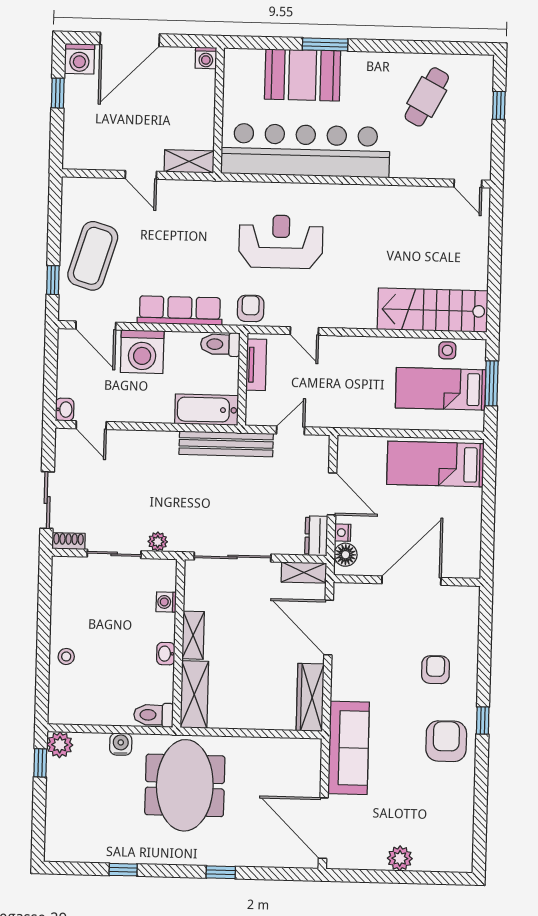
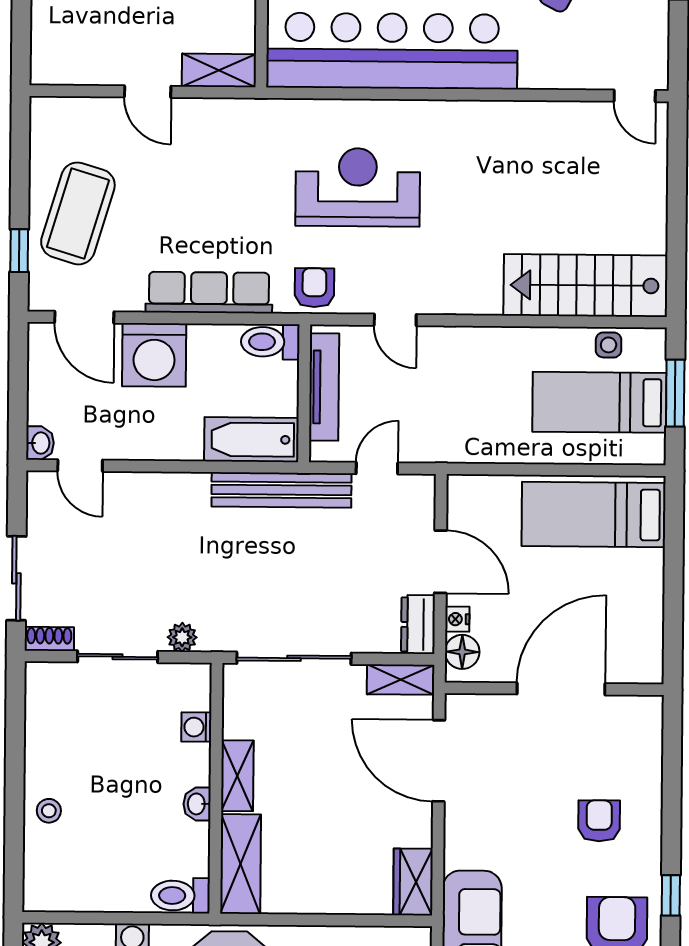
tv unit: (256, 365) -> (324, 387), width x1.41
wardrobe: (310, 697) -> (413, 882), width x0.67

